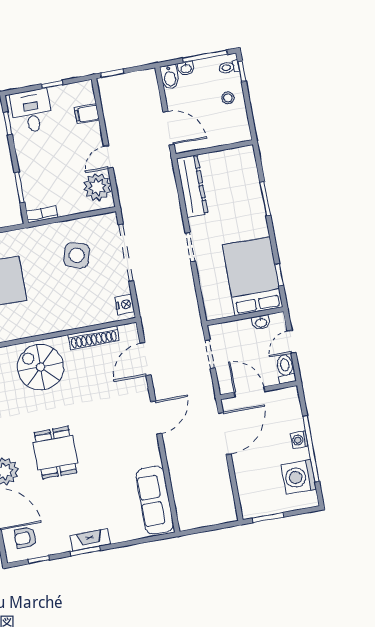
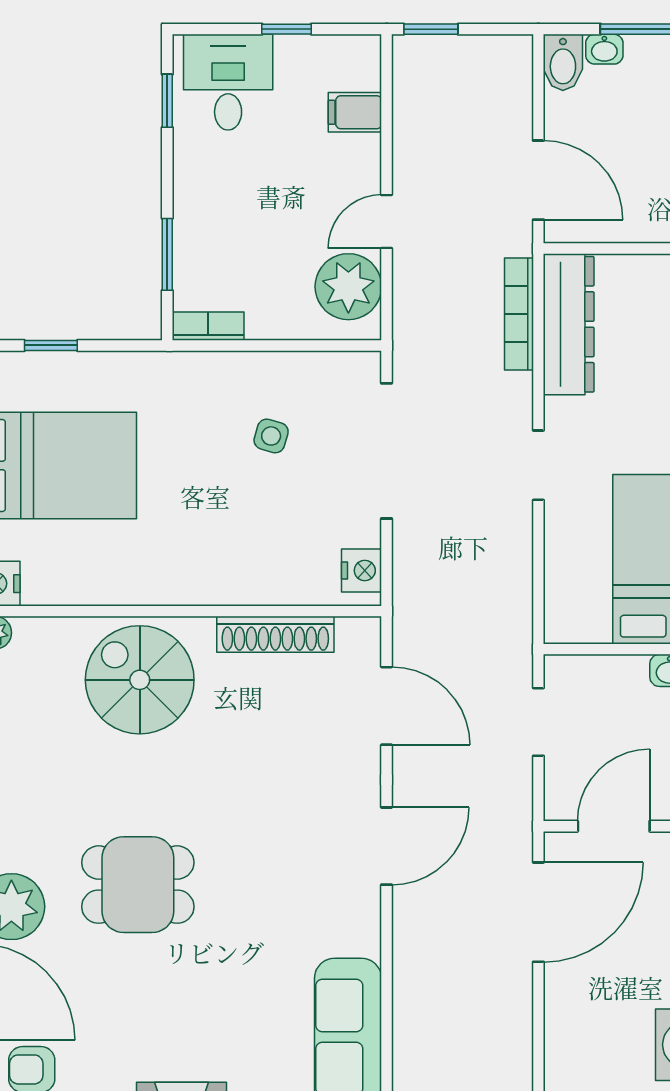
bookcase: (171, 185) -> (519, 314), added
side table: (77, 255) -> (271, 436), width x0.54, depth x0.54
door: (145, 359) -> (387, 706), swing flipped
door: (249, 392) -> (614, 826), hinge flipped
dining table: (55, 453) -> (138, 885), turned 90

